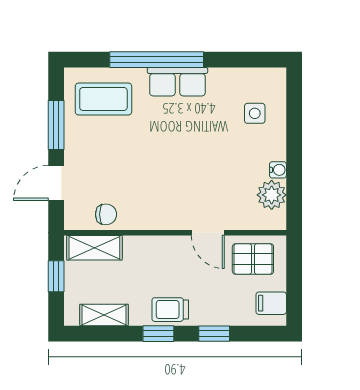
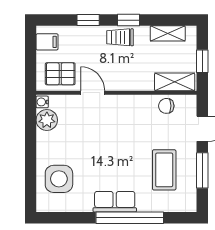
coffee table: (103, 99) -> (164, 170), moved, turned 90
side table: (255, 113) -> (59, 179), width x1.87, depth x1.87
water cooler: (278, 170) -> (42, 102), moved
trolley: (170, 310) -> (120, 37), turned 180

